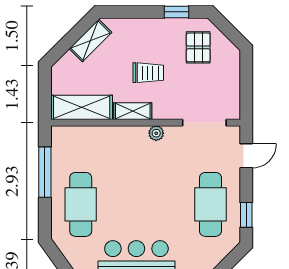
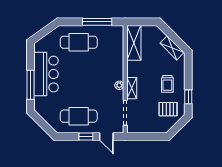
trolley: (148, 73) -> (167, 84), moved
shelving: (133, 111) -> (132, 88), moved
window: (246, 215) -> (86, 137), moved

